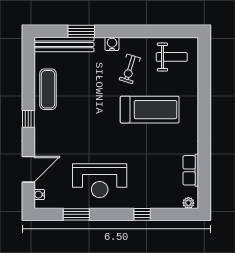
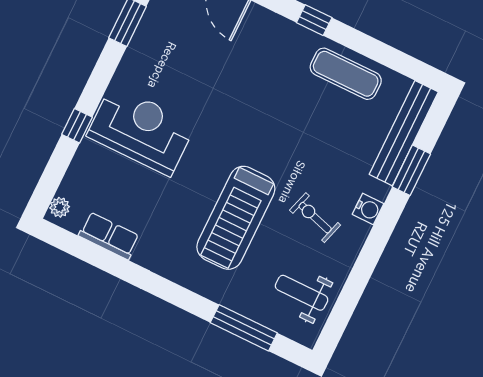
weight bench: (172, 57) -> (302, 293), turned 90
window: (204, 78) -> (244, 328), added
reception desk: (100, 181) -> (141, 130), moved, turned 90

